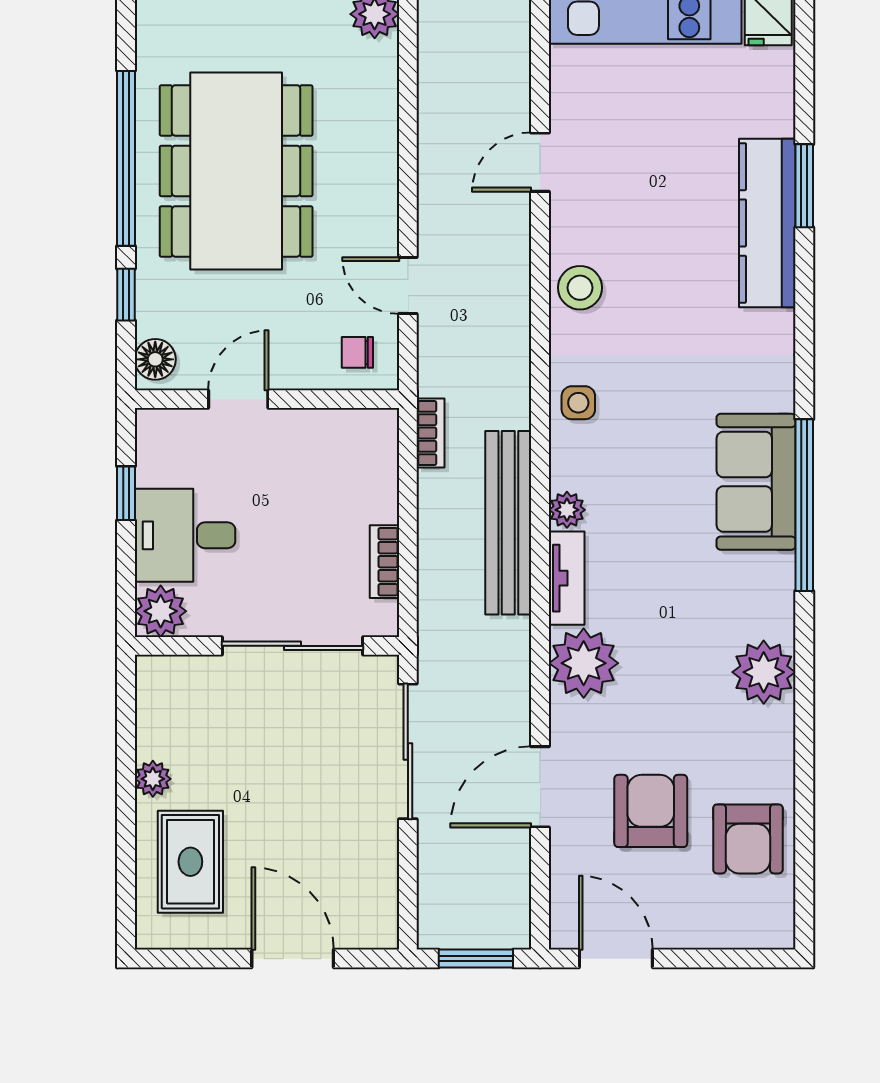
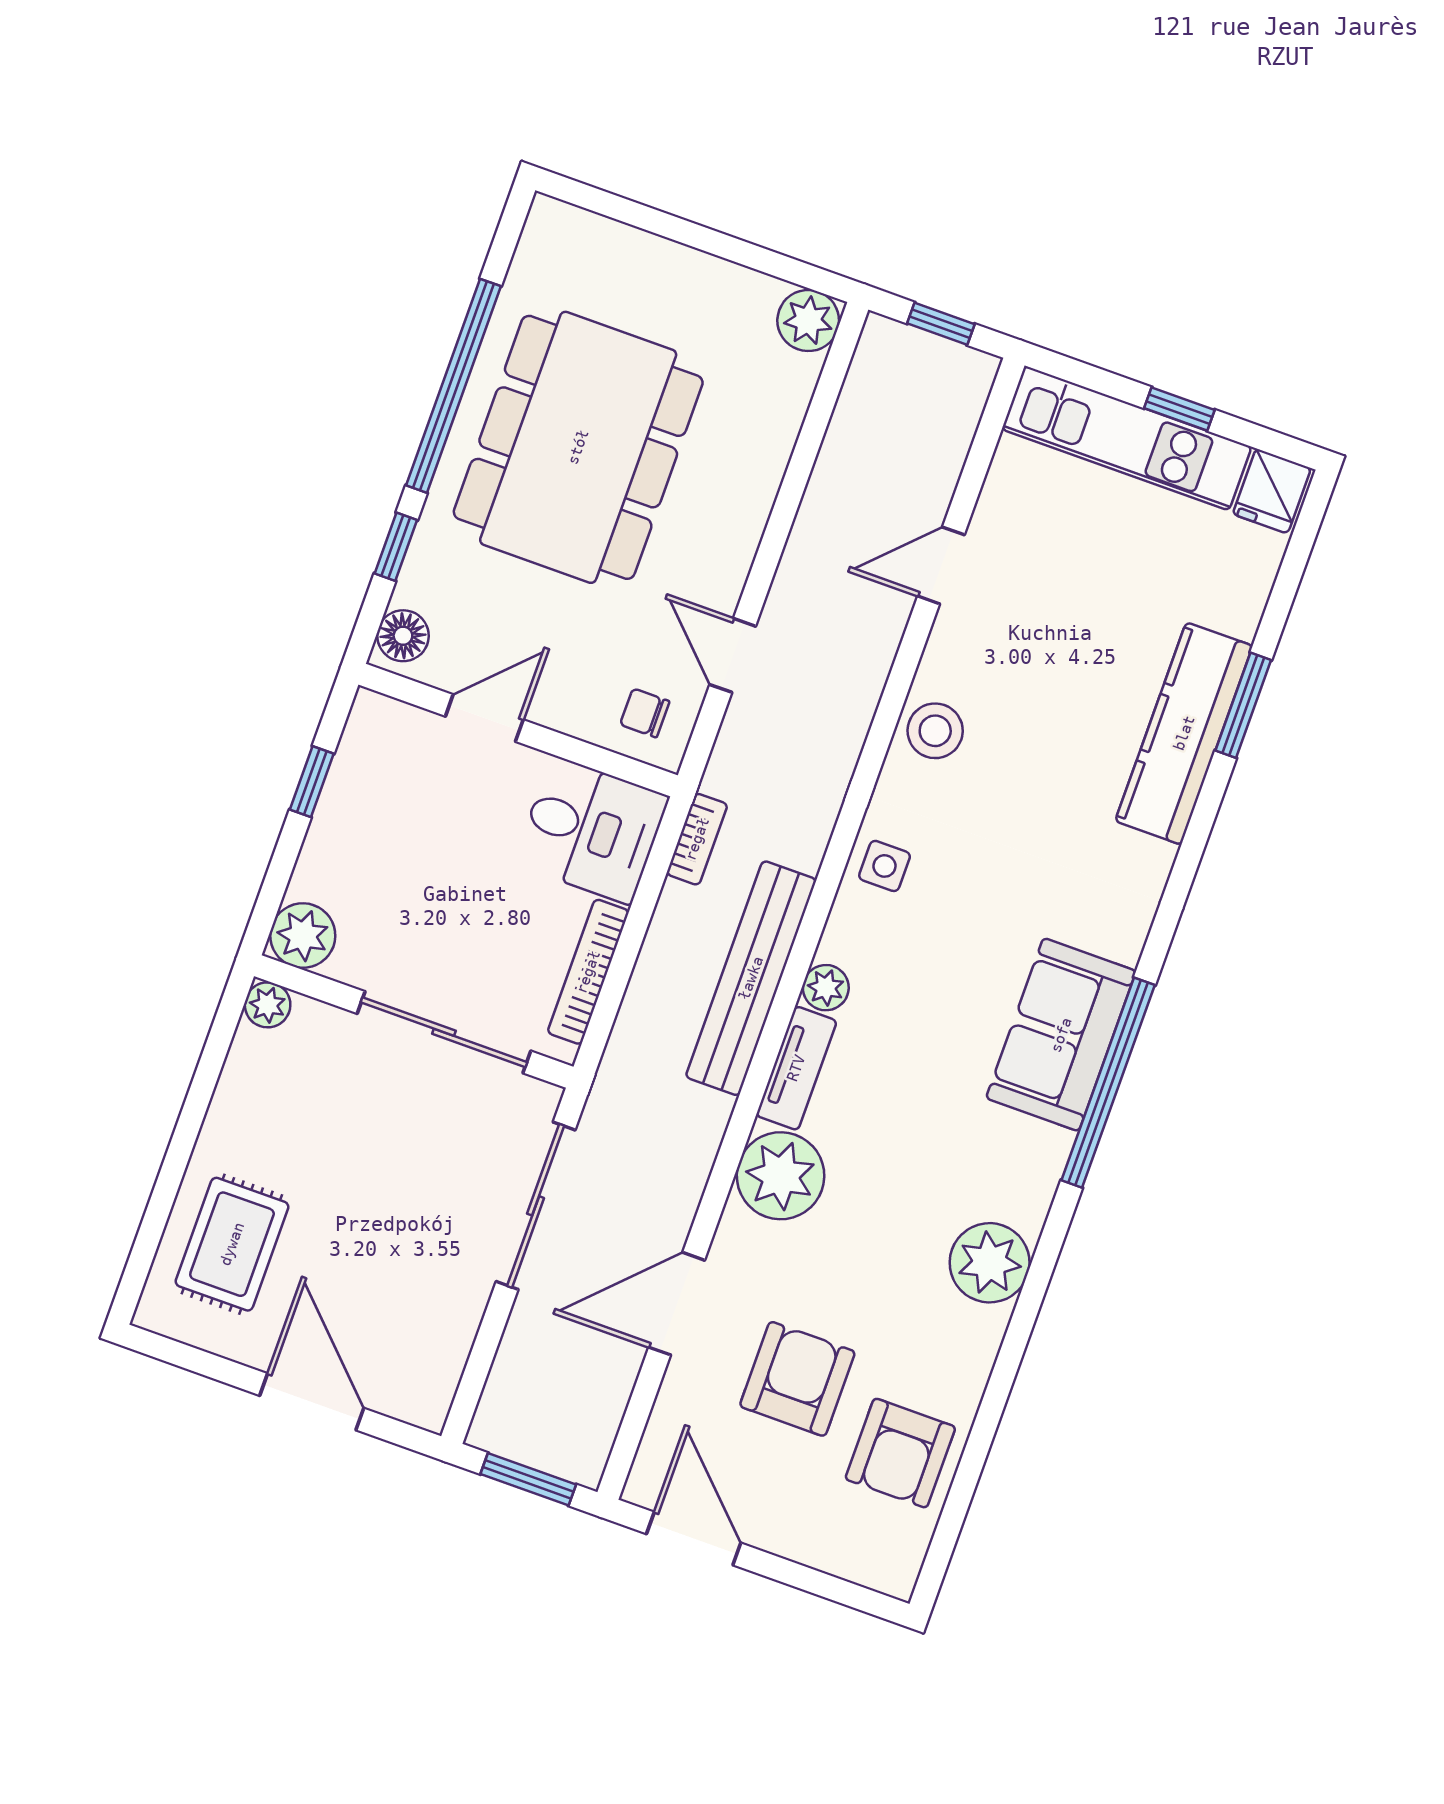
desk: (185, 535) -> (591, 830), moved, turned 180
bookcase: (384, 562) -> (588, 972), width x1.56
plant: (153, 779) -> (268, 1005), moved

